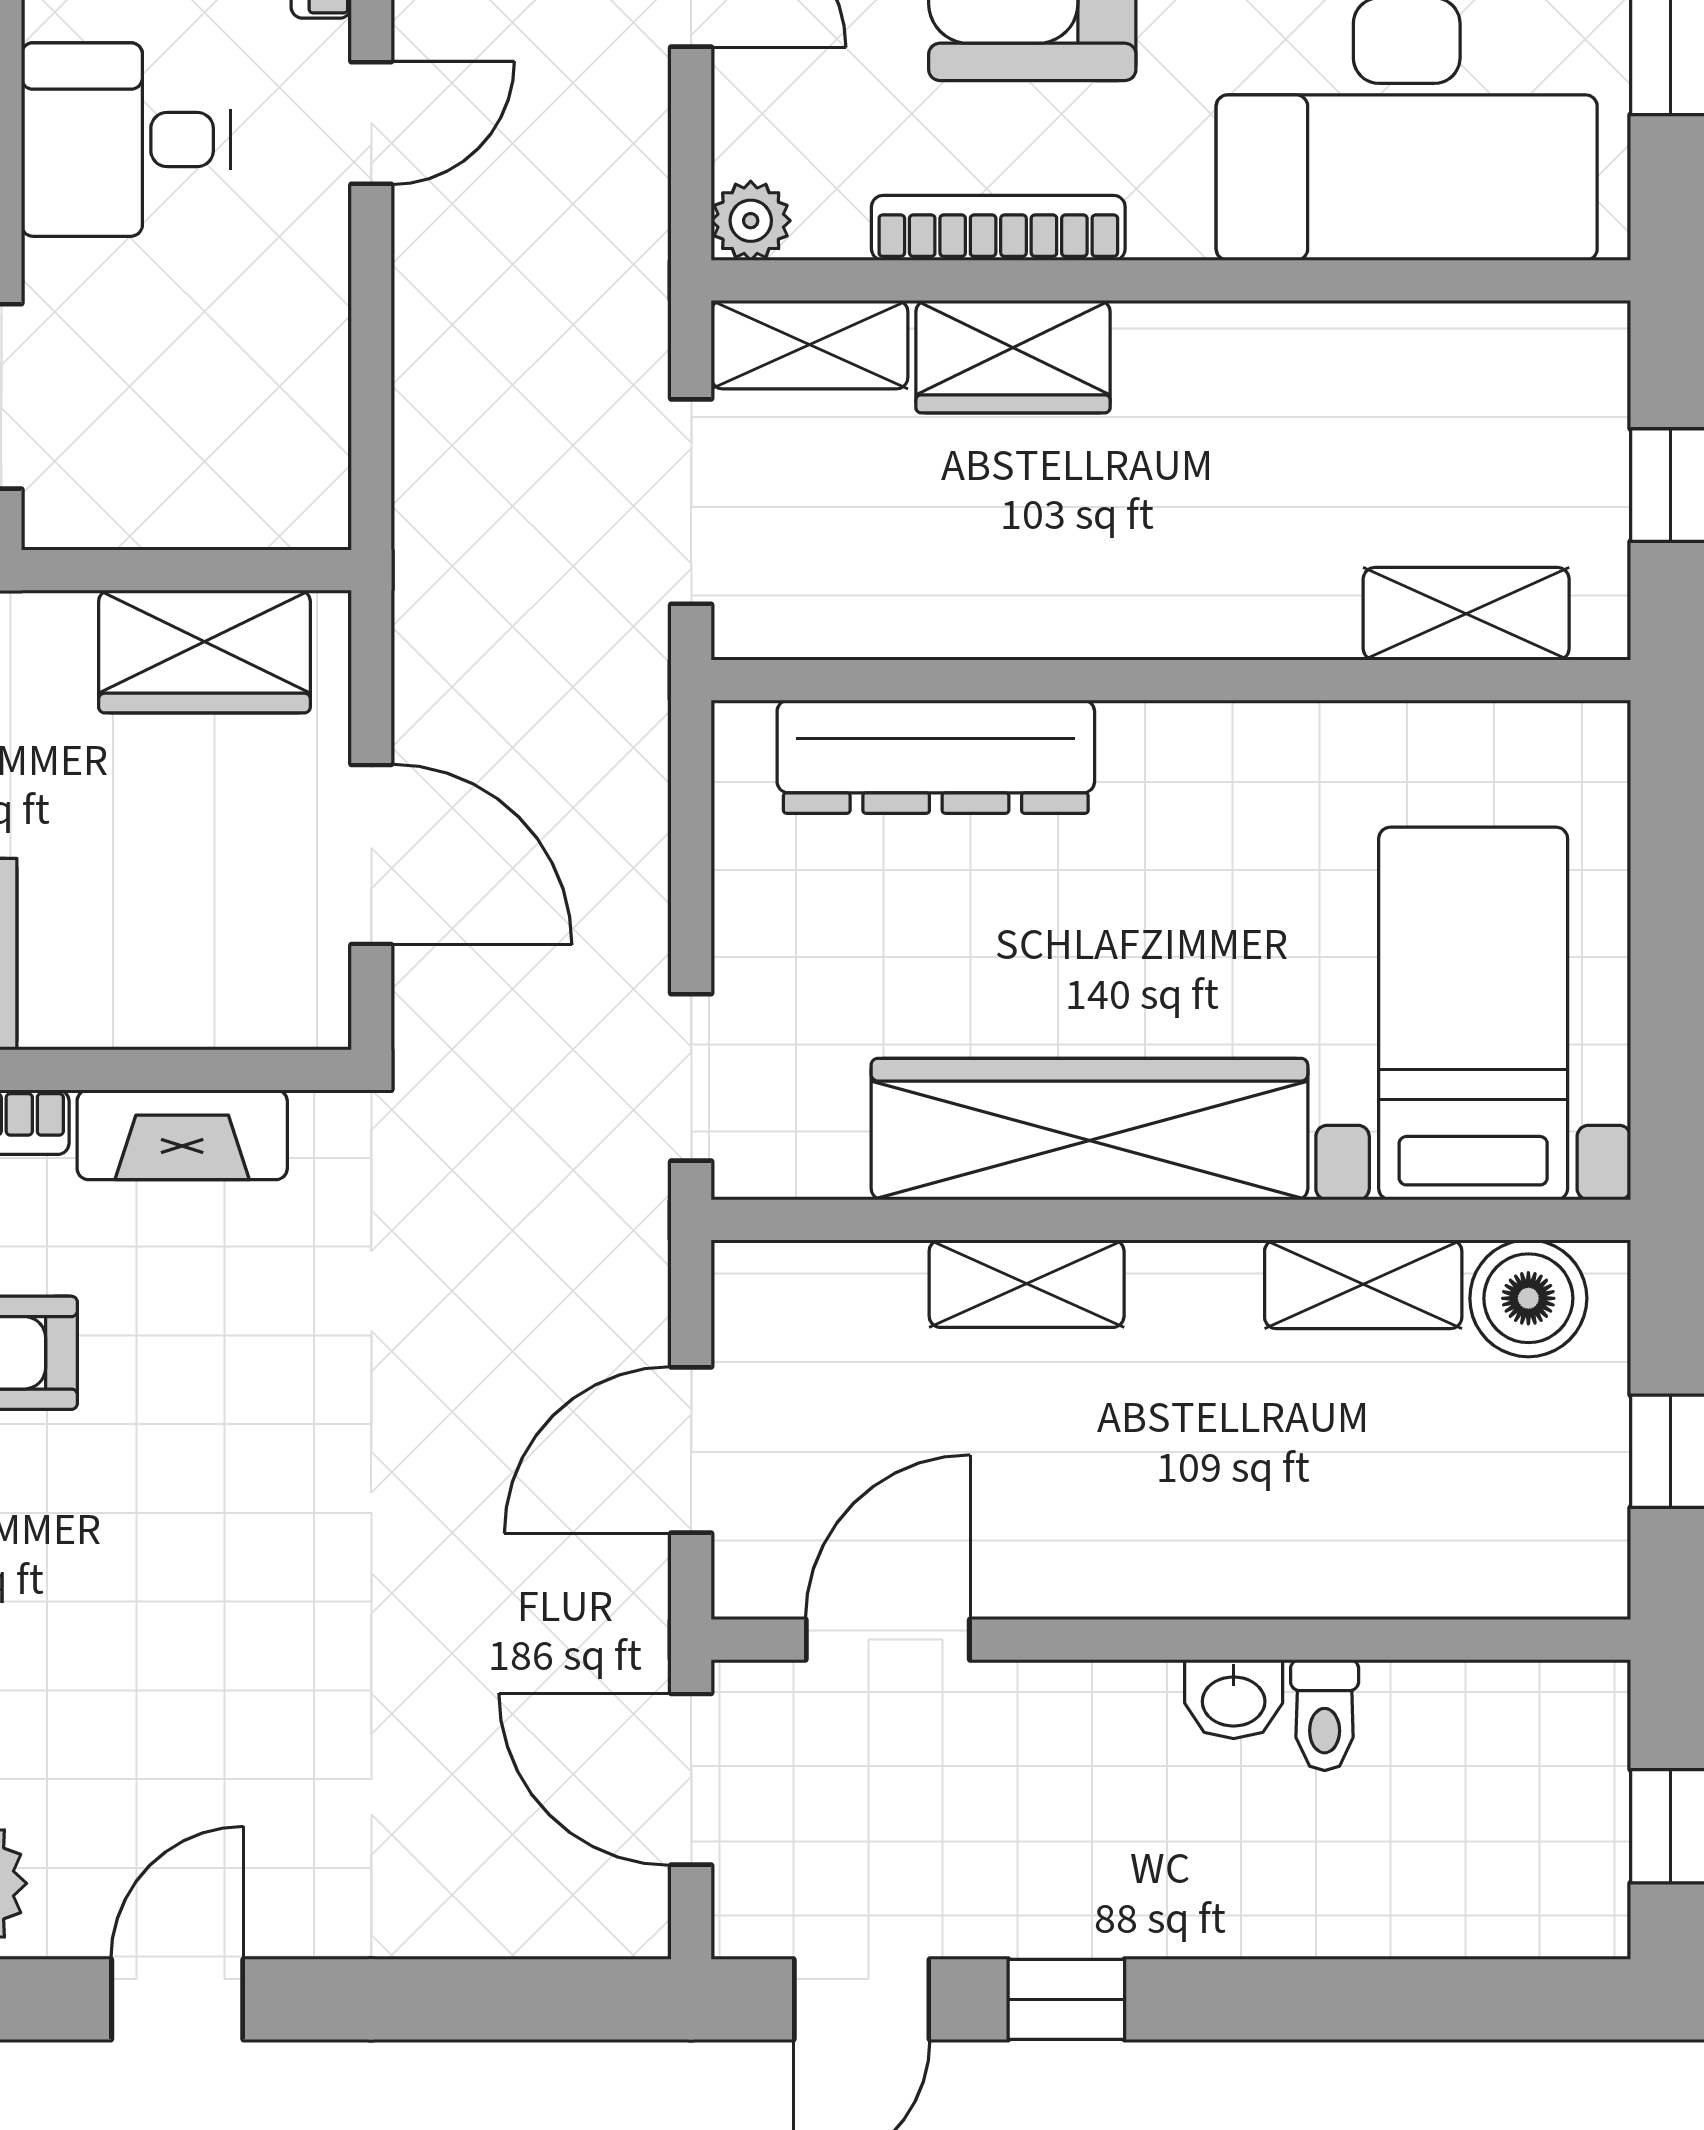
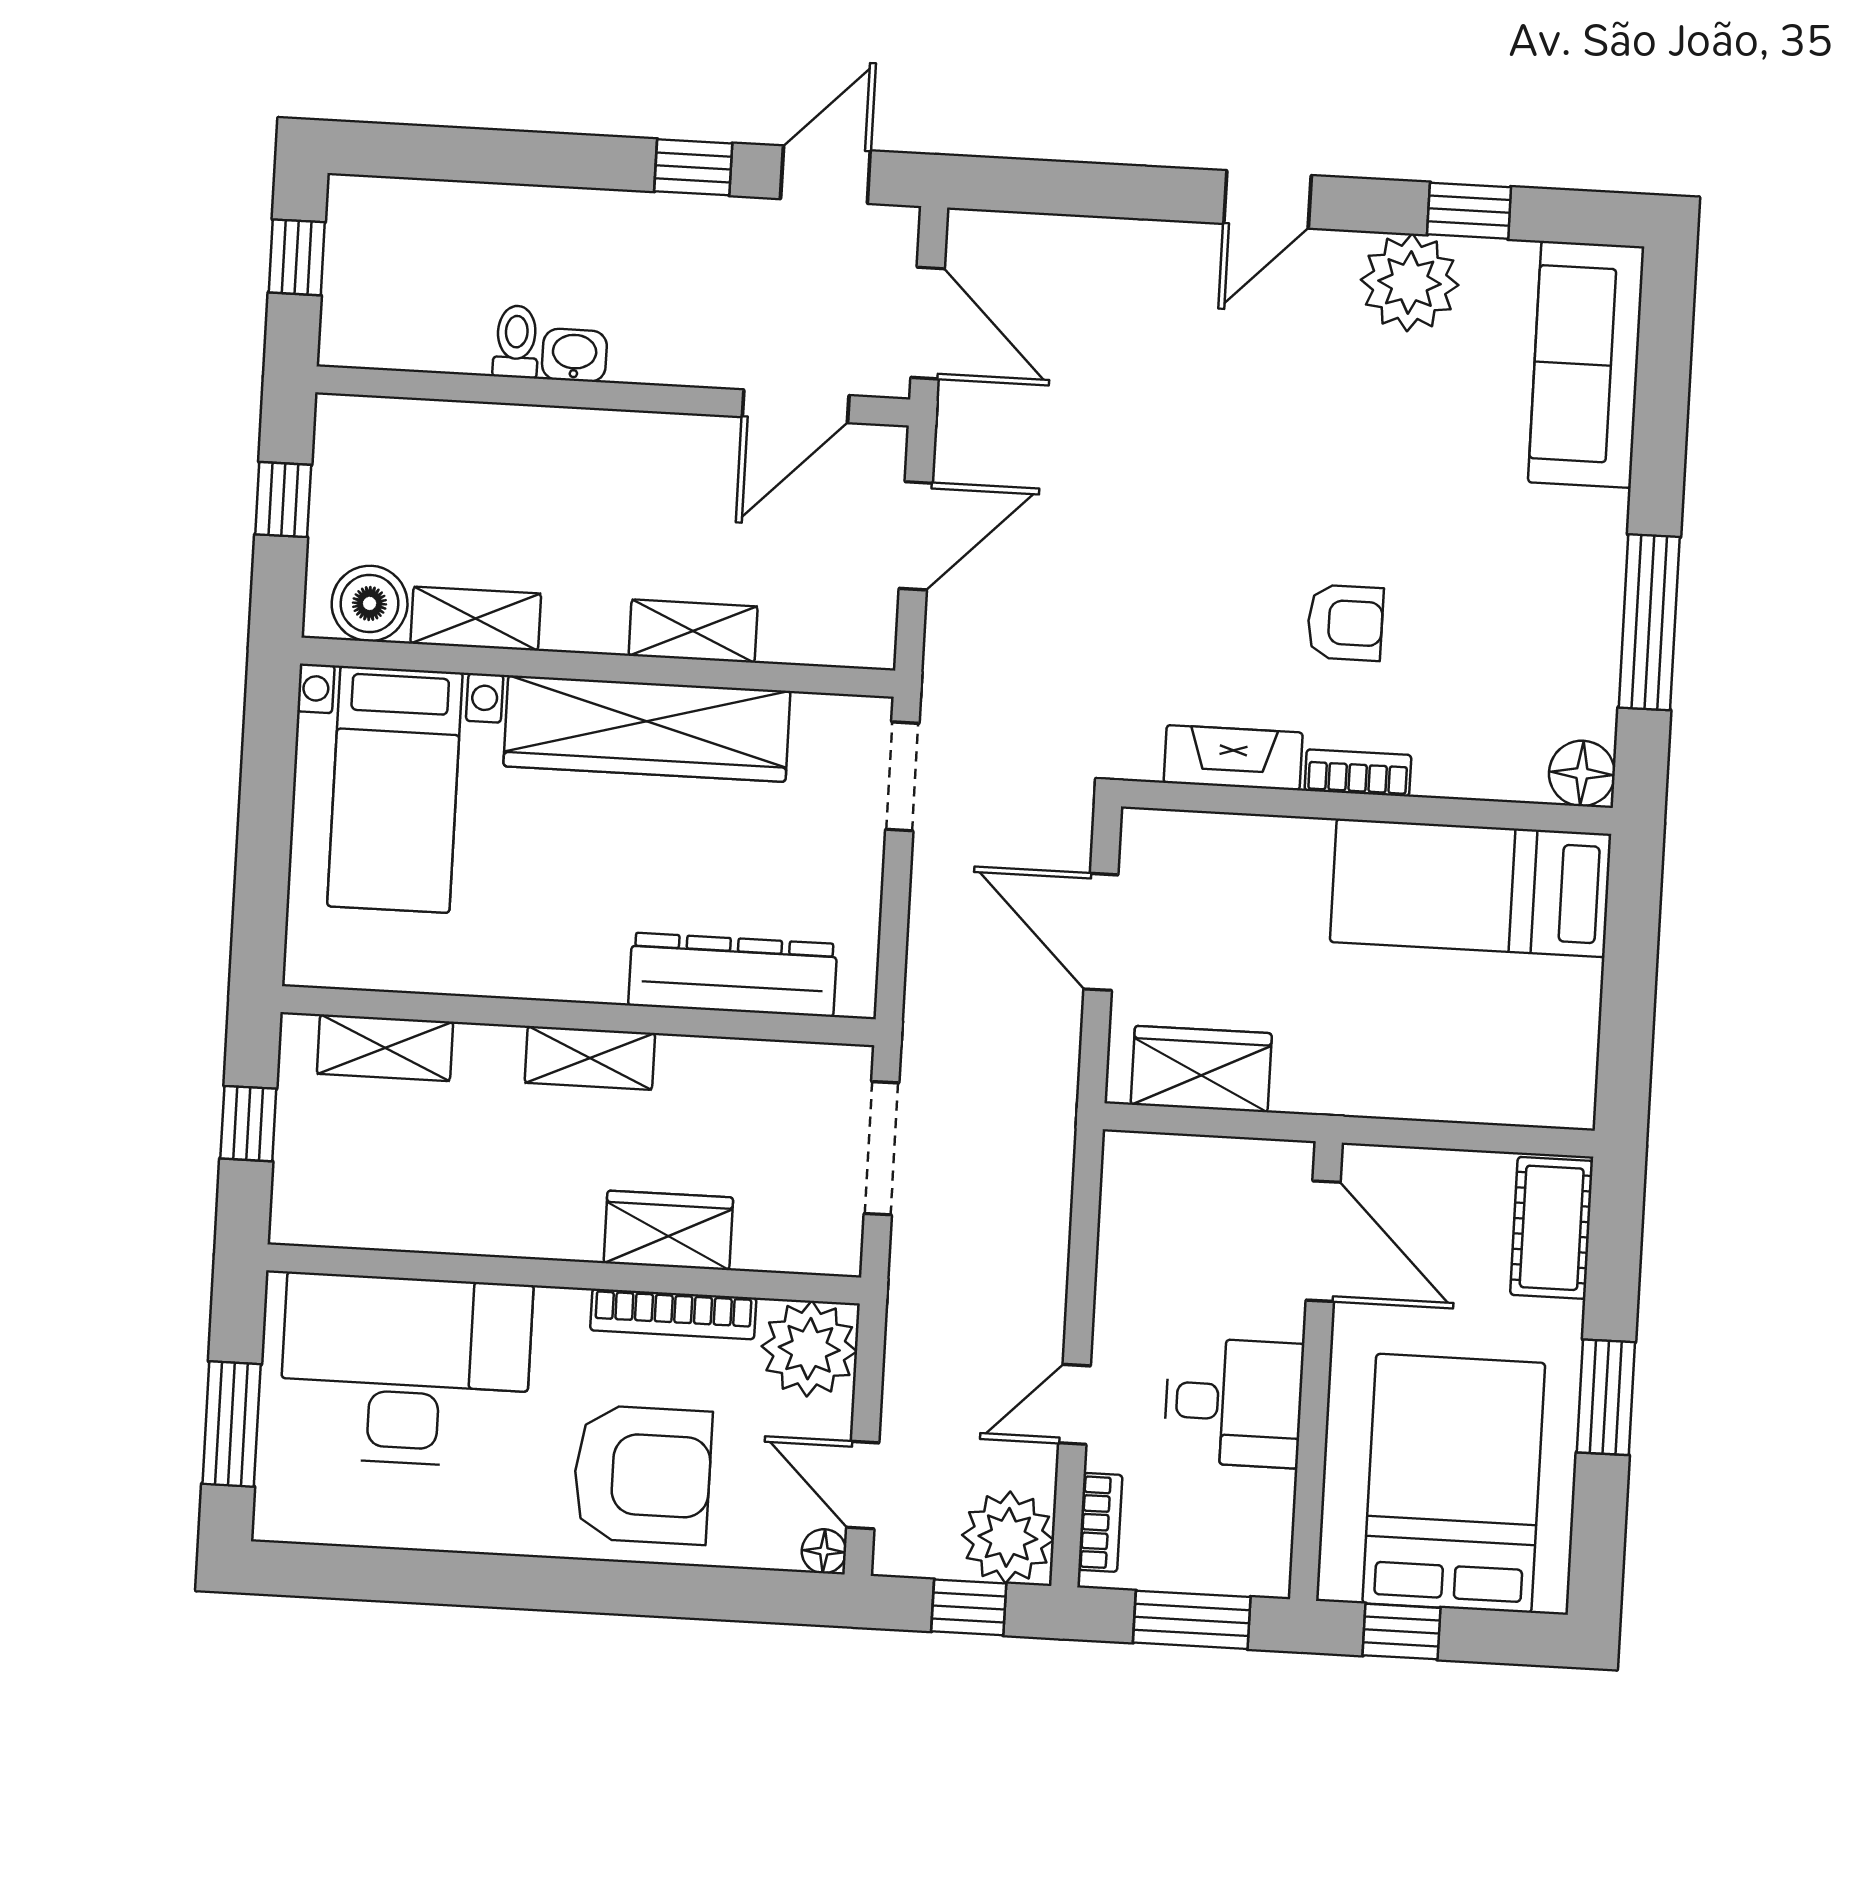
plant: (751, 221) -> (809, 1349), width x1.88, depth x1.88
shelving: (809, 345) -> (590, 1058), moved

